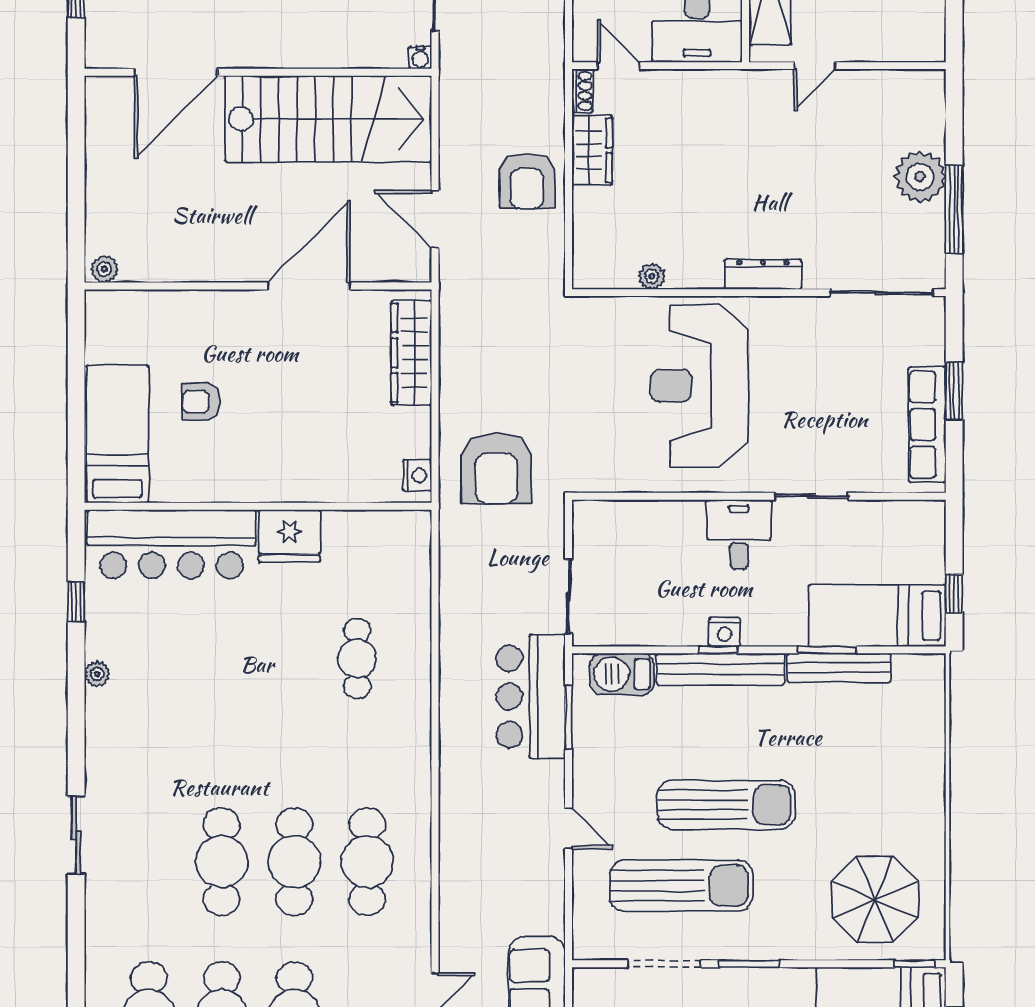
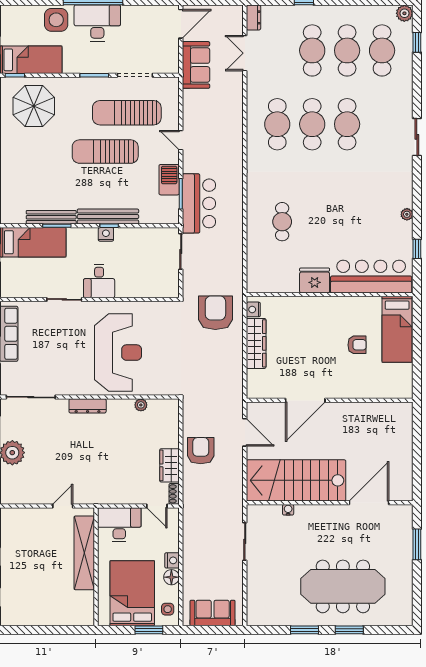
water cooler: (420, 58) -> (288, 510), moved
plant: (104, 269) -> (403, 408), removed
wardrobe: (411, 353) -> (256, 343), moved
barbecue: (622, 674) -> (169, 180), moved, turned -90

